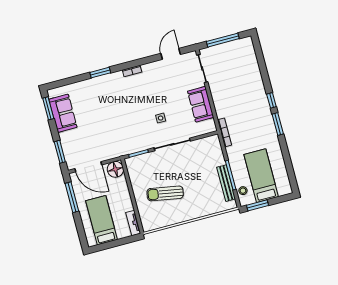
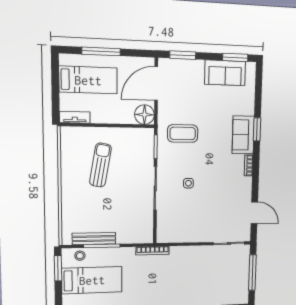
sofa: (201, 104) -> (243, 135), moved, turned -90
coffee table: (122, 134) -> (183, 133), added
window: (72, 197) -> (101, 51), moved

